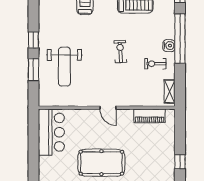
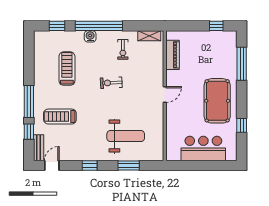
window: (33, 40) -> (90, 165), moved
water cooler: (169, 46) -> (90, 36), moved
bar counter: (51, 132) -> (203, 148), moved

